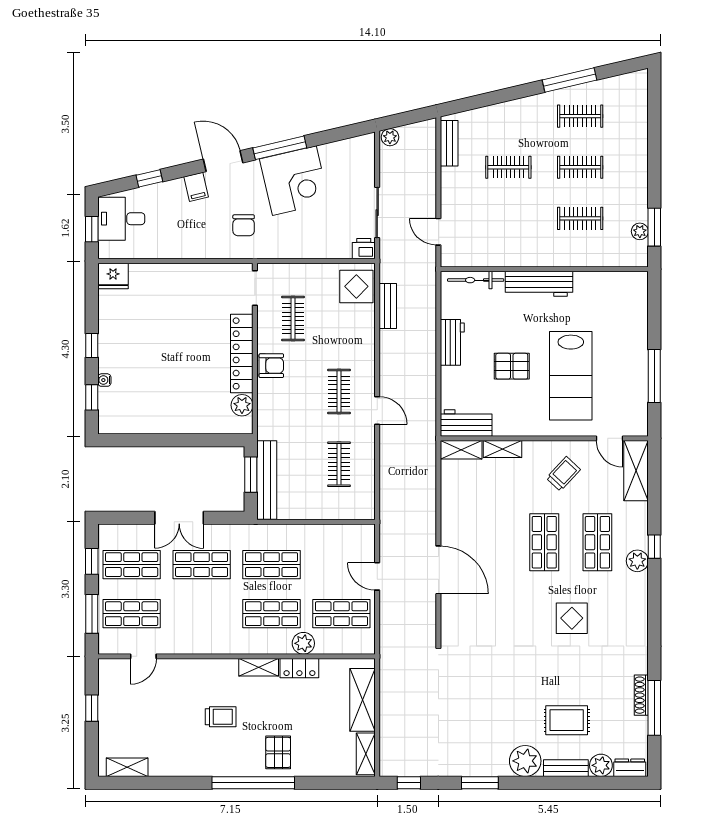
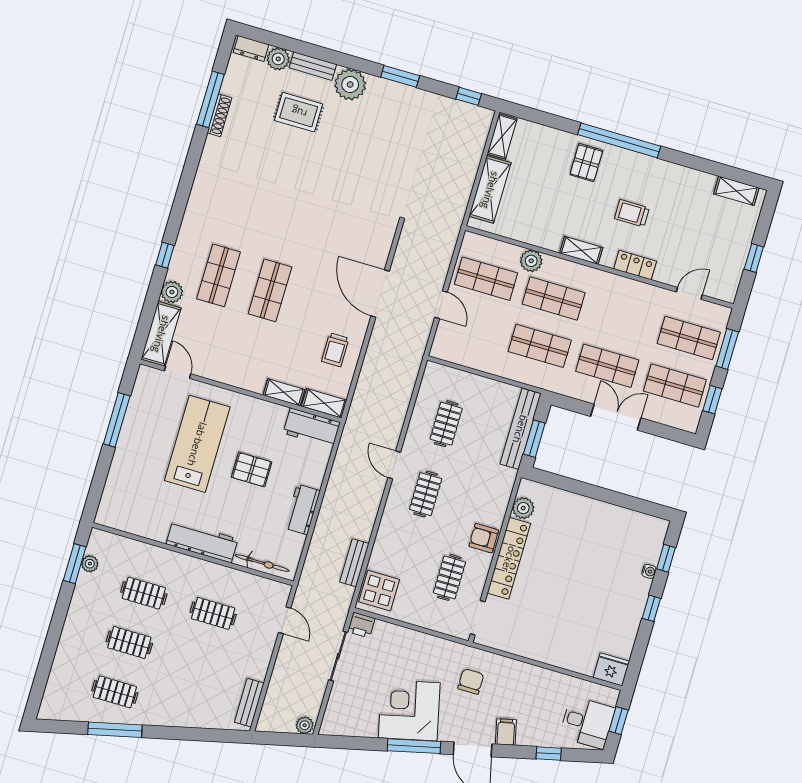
clothes rail: (508, 167) -> (213, 613), moved
trolley: (563, 474) -> (335, 350), moved, turned -43
plant: (637, 561) -> (172, 292), moved
display table: (572, 618) -> (265, 209), removed
locker: (299, 668) -> (635, 265), moved

